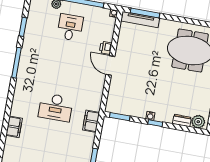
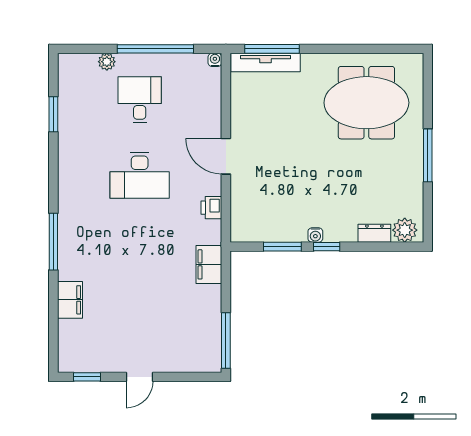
printer: (106, 48) -> (211, 208), moved
window: (16, 63) -> (53, 242), moved
desk: (56, 107) -> (140, 175), moved
window: (120, 117) -> (282, 247), moved

